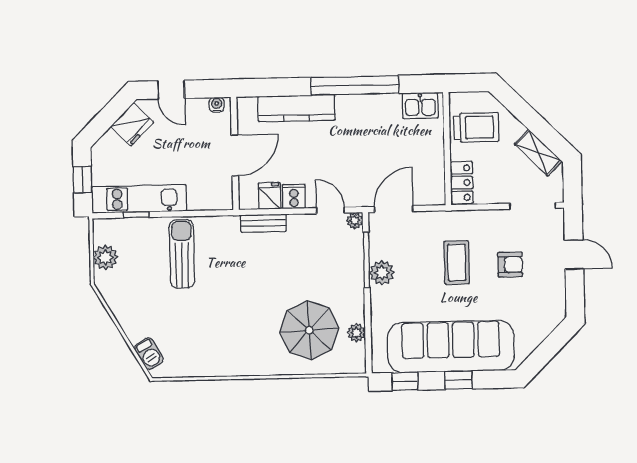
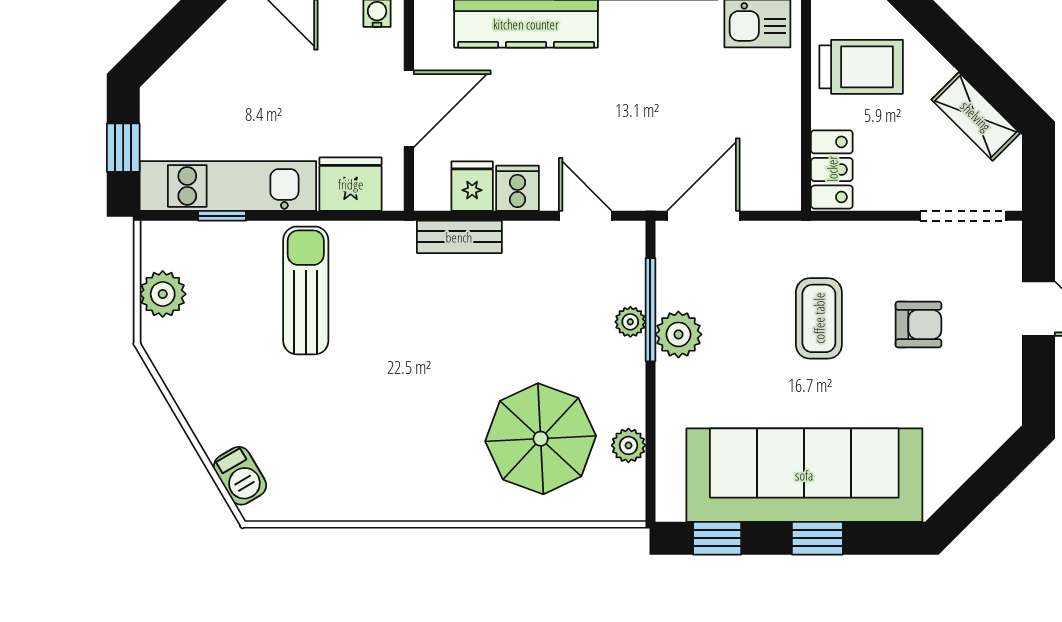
fridge: (132, 124) -> (351, 184), moved, turned -135
plant: (355, 221) -> (630, 322), moved

